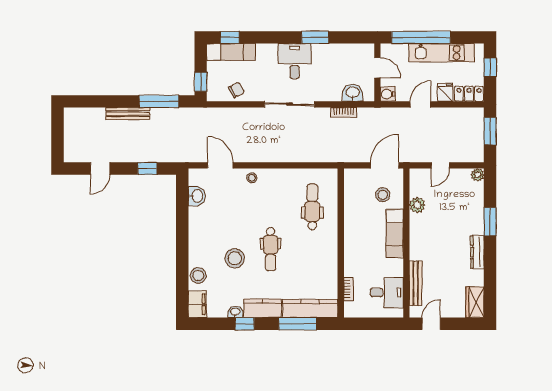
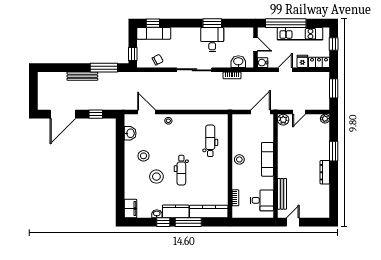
desk: (295, 61) -> (212, 40), moved
door: (100, 168) -> (63, 114), width x1.88
stool: (383, 195) -> (239, 159), moved
plant: (417, 205) -> (283, 120), moved
stool: (198, 276) -> (144, 156), moved
wardrobe: (475, 302) -> (323, 207), removed
window: (298, 324) -> (188, 222), moved

